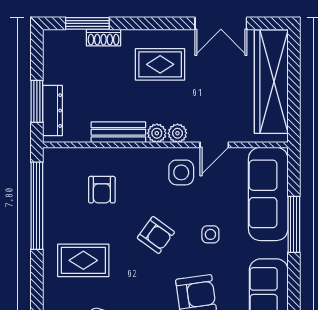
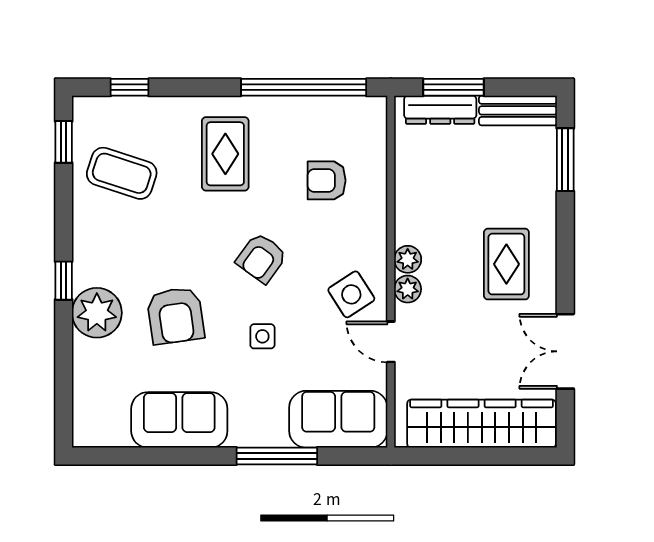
shoe rack: (104, 38) -> (545, 183), removed
bench: (118, 132) -> (518, 110), moved, turned 90
side table: (181, 172) -> (351, 294), turned -33
sofa: (268, 194) -> (338, 419), width x0.73

